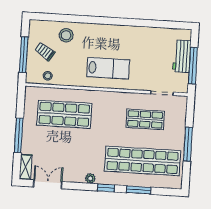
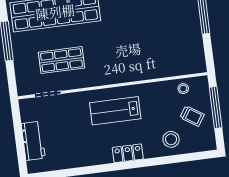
locker: (105, 31) -> (128, 153), added
window: (193, 66) -> (18, 132), removed
shop shelf: (64, 114) -> (156, 48), removed

